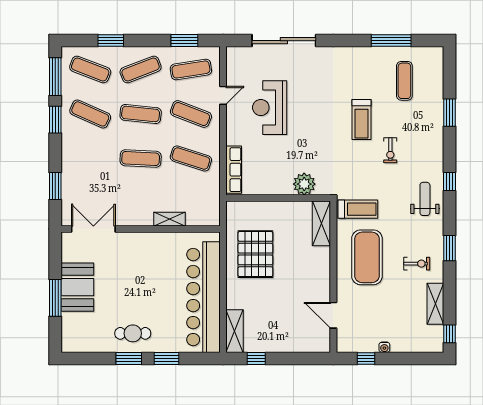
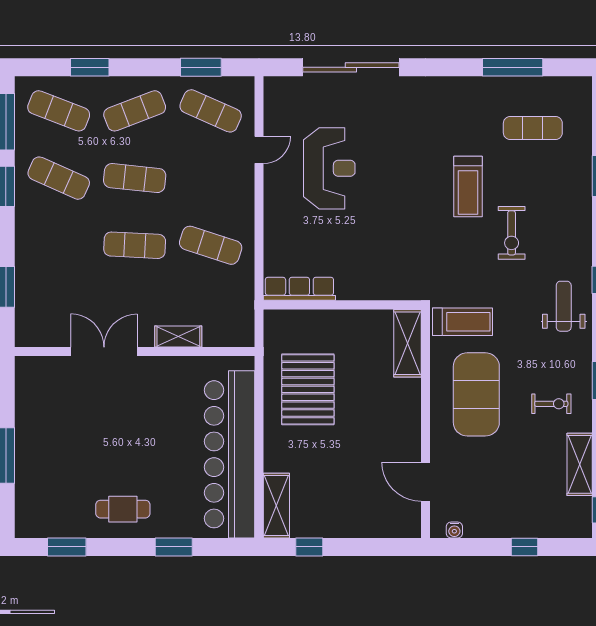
exercise mat: (191, 69) -> (211, 111), turned 33
exercise mat: (404, 81) -> (533, 128), turned 90
reception desk: (270, 108) -> (329, 168), turned 180
exercise mat: (191, 114) -> (211, 178), removed
exercise bike: (390, 150) -> (512, 233), width x1.38, depth x1.39
row of seats: (234, 170) -> (299, 289), moved, turned -90
plant: (304, 184) -> (382, 284), removed
double door: (93, 229) -> (104, 352), moved
booth: (77, 287) -> (39, 439), removed
water cooler: (384, 347) -> (454, 530), moved
window: (129, 358) -> (67, 547), moved
window: (366, 358) -> (524, 547), moved

